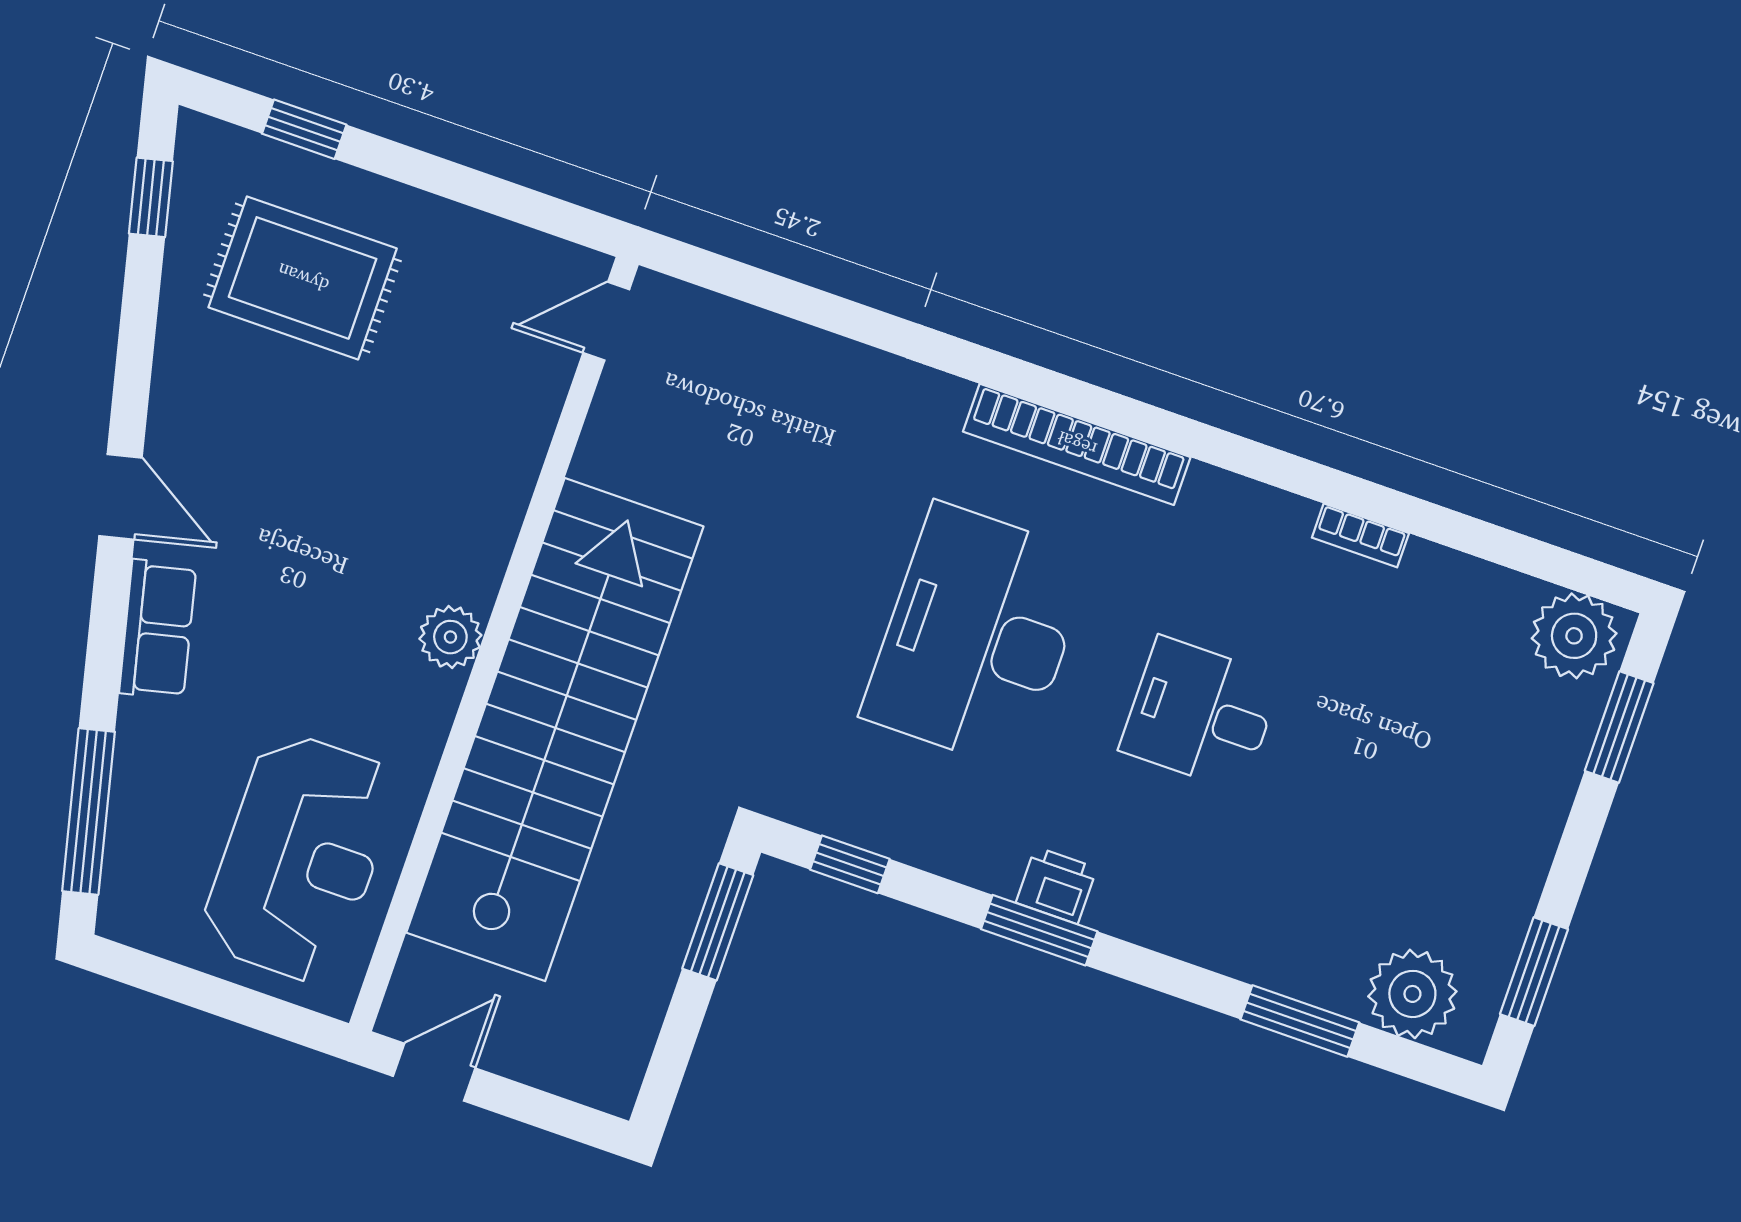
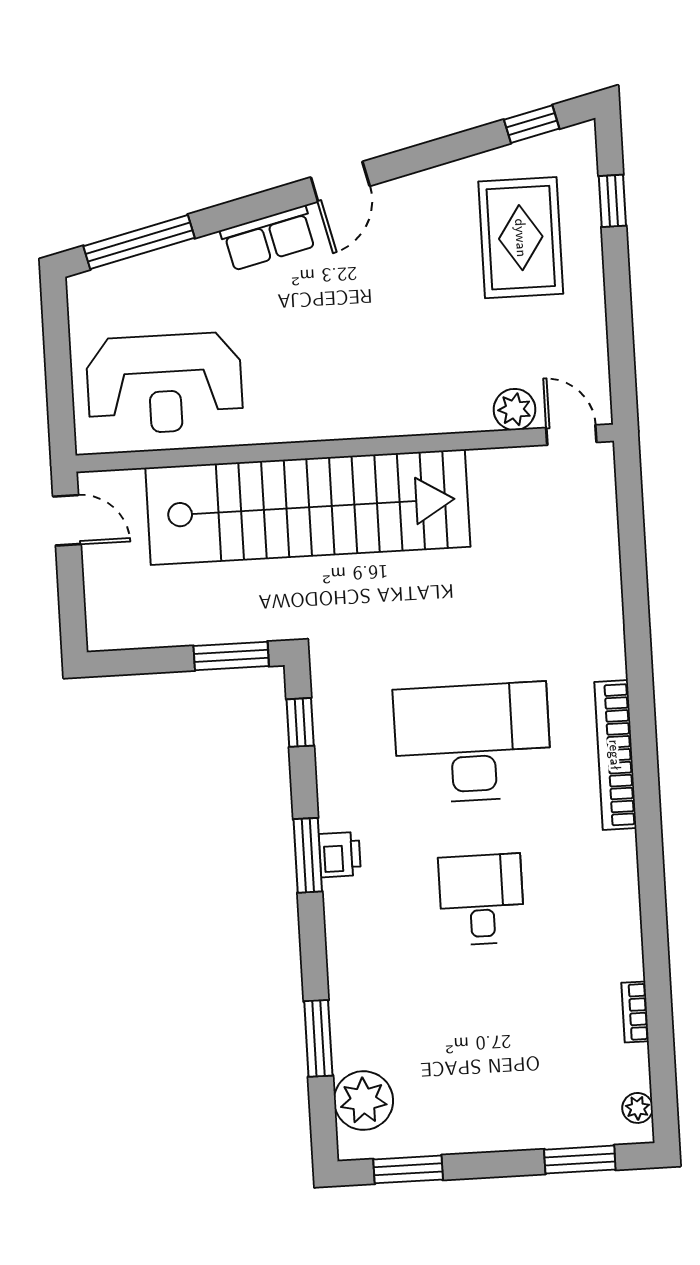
bookcase: (1360, 535) -> (635, 1012), moved
plant: (1574, 636) -> (637, 1108), width x0.53, depth x0.53
plant: (450, 637) -> (515, 409), moved

